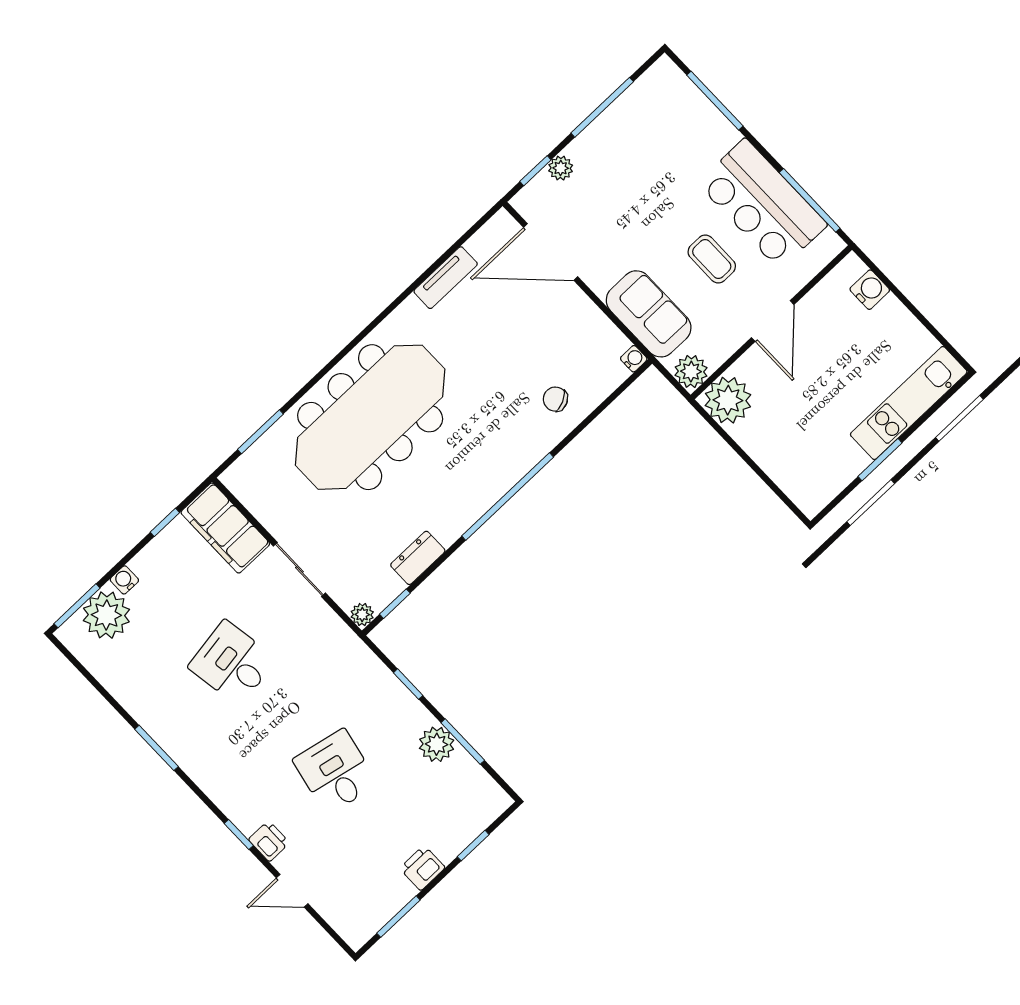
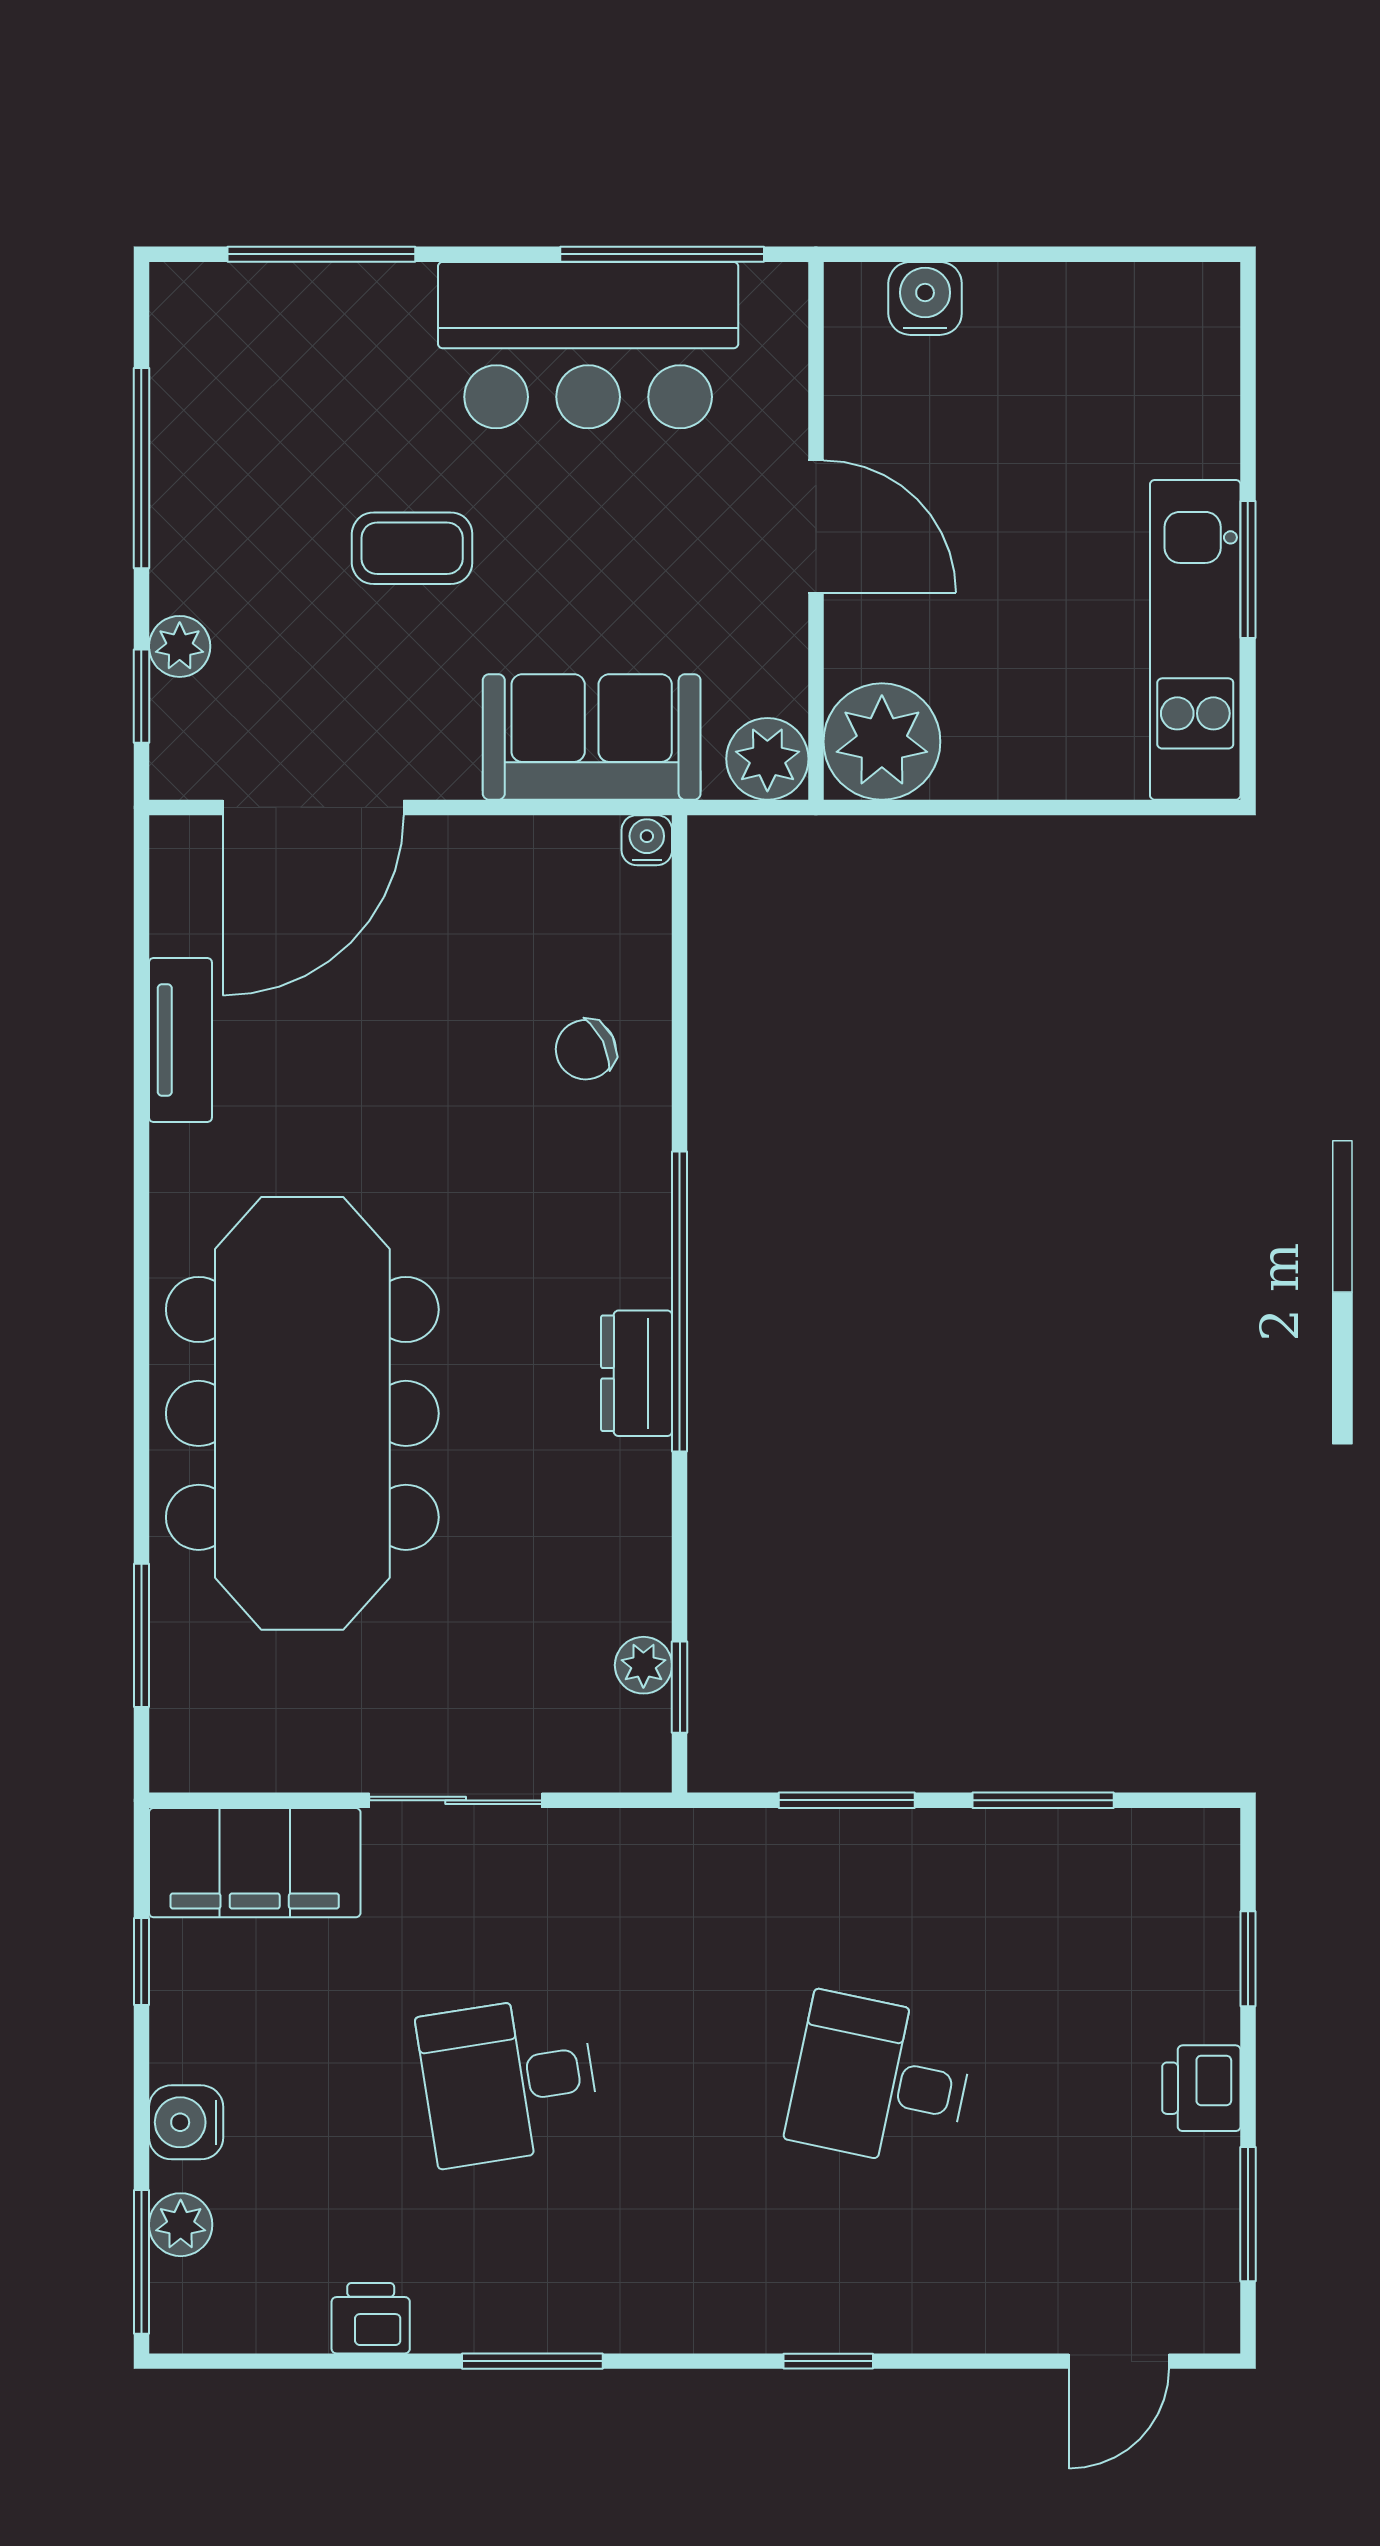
coffee table: (712, 259) -> (412, 548), moved
kitchen unit: (909, 403) -> (1195, 640), moved
dresser: (418, 558) -> (637, 1373), moved
water cooler: (124, 580) -> (186, 2122), width x1.38, depth x1.38
plant: (106, 615) -> (181, 2225), width x0.53, depth x0.53
plant: (362, 615) -> (643, 1665), moved
window: (408, 684) -> (847, 1800), width x1.50
plant: (437, 744) -> (1003, 1852), removed
printer: (269, 841) -> (371, 2318), moved
door: (292, 891) -> (1119, 2361), moved

